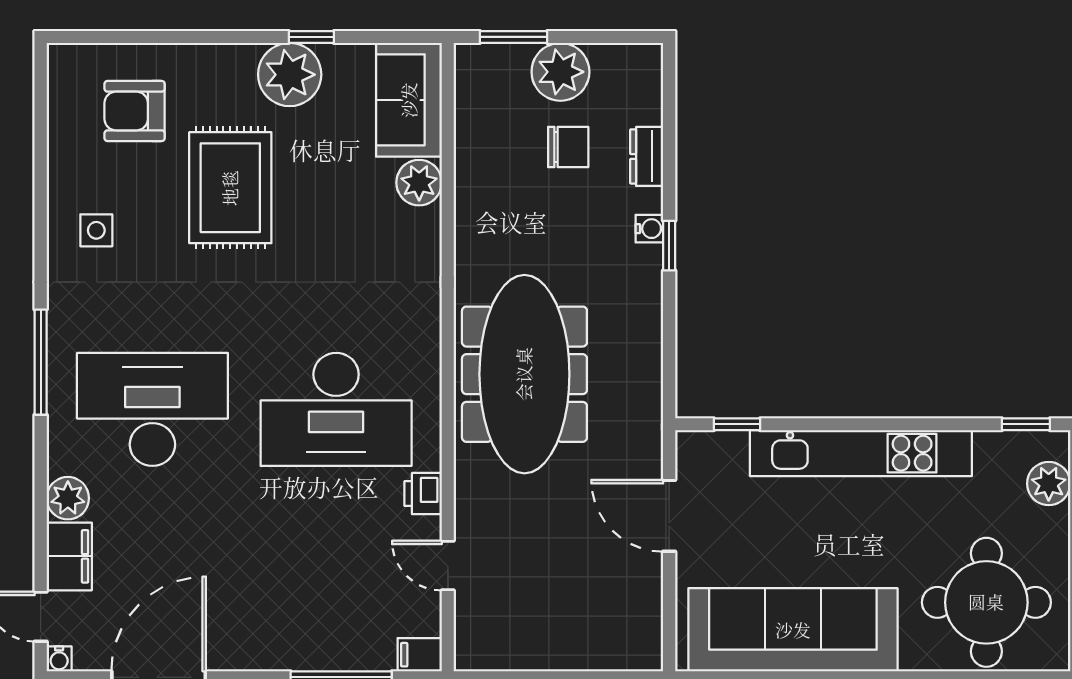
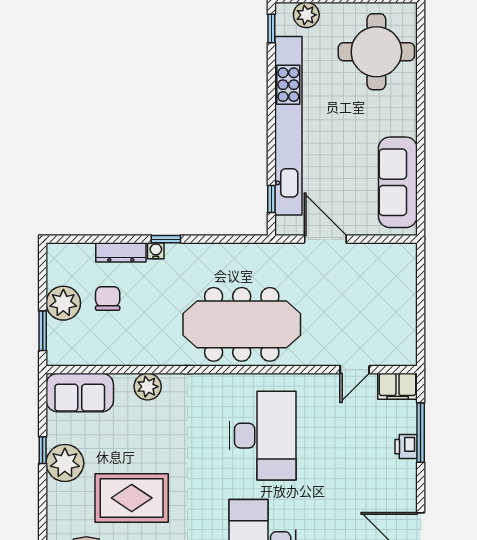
dresser: (647, 156) -> (121, 252), width x1.44
plant: (419, 183) -> (148, 387), moved
kitchen unit: (861, 453) -> (288, 126), width x1.36
printer: (423, 494) -> (406, 447), moved, turned 90
door: (669, 516) -> (325, 239), swing flipped
sofa: (793, 630) -> (398, 182), width x0.74, depth x0.79
filing cabinet: (420, 655) -> (398, 386), width x2.00

